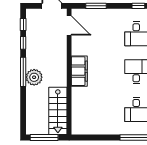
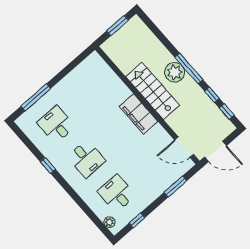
stairs: (58, 111) -> (153, 91), moved
window: (44, 138) -> (117, 26), width x0.69

